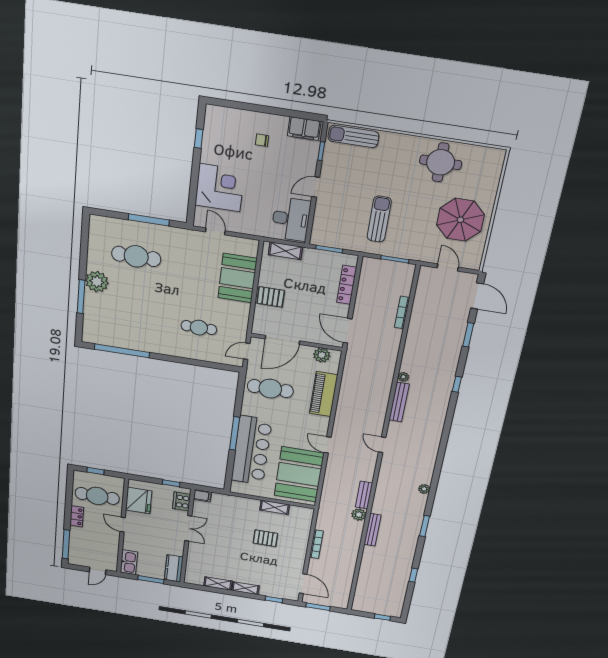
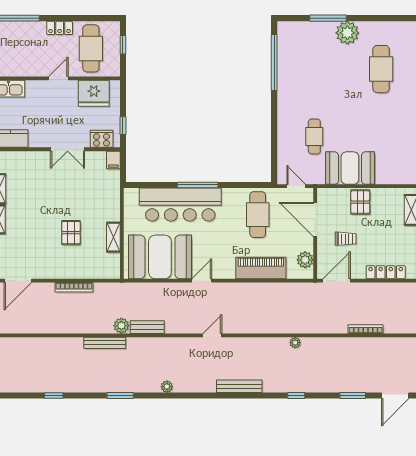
booth: (237, 278) -> (350, 168), moved
trolley: (306, 316) -> (346, 239), added
bench: (399, 402) -> (239, 386), moved

